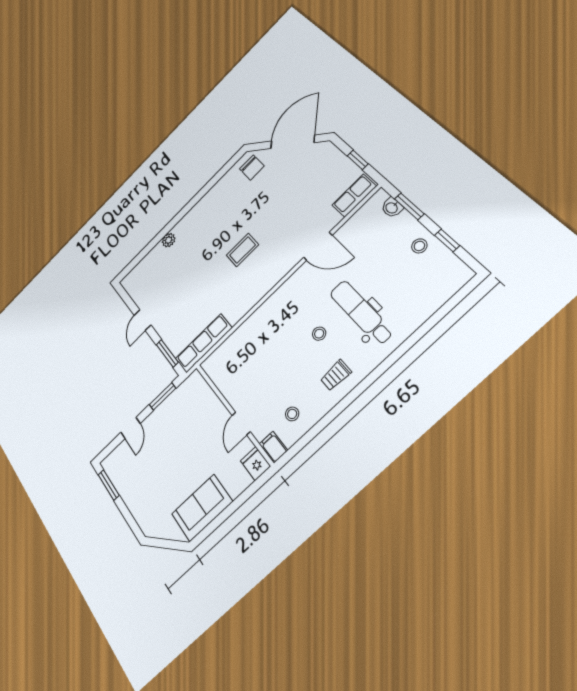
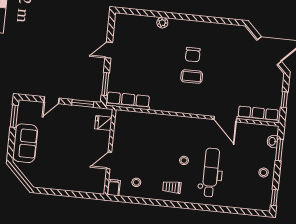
chair: (252, 167) -> (193, 55), moved
row of seats: (354, 196) -> (258, 114), width x1.48
window: (447, 240) -> (274, 197), moved
fridge: (256, 464) -> (103, 123), moved, turned -90
sofa: (202, 508) -> (25, 143), moved, turned 90

